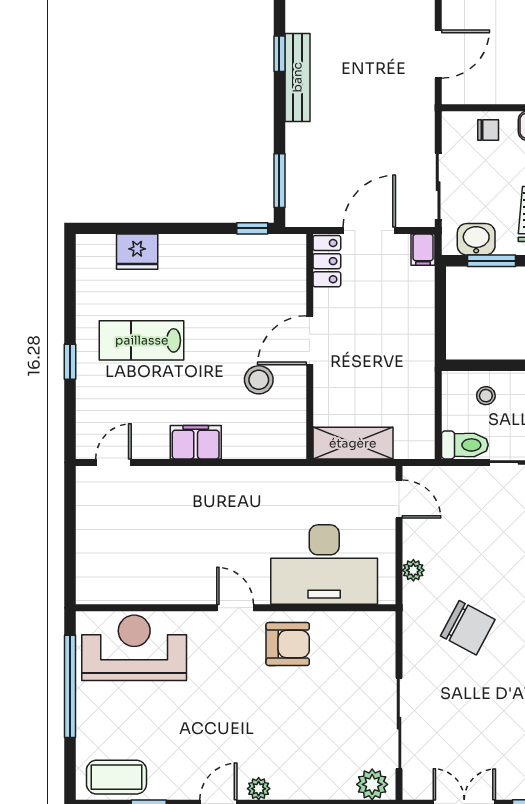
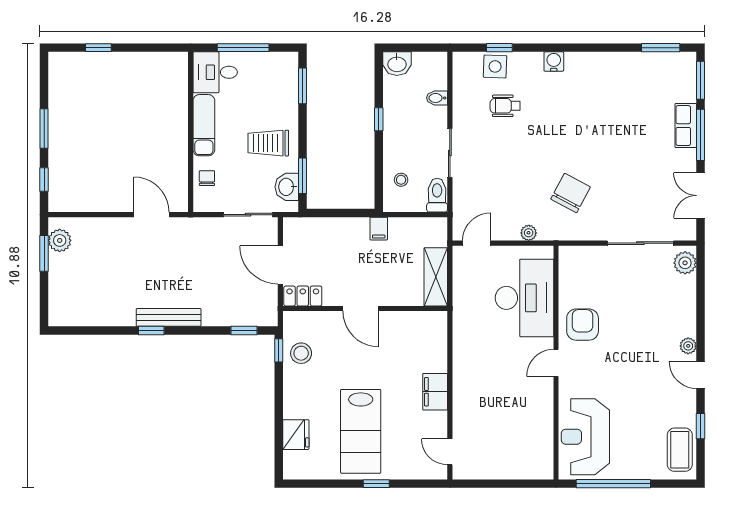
window: (279, 181) -> (244, 331), width x0.67
filing cabinet: (423, 250) -> (379, 229), moved, turned 90
lab bench: (142, 340) -> (361, 431), width x1.36, depth x1.39
stool: (259, 380) -> (301, 353), moved

